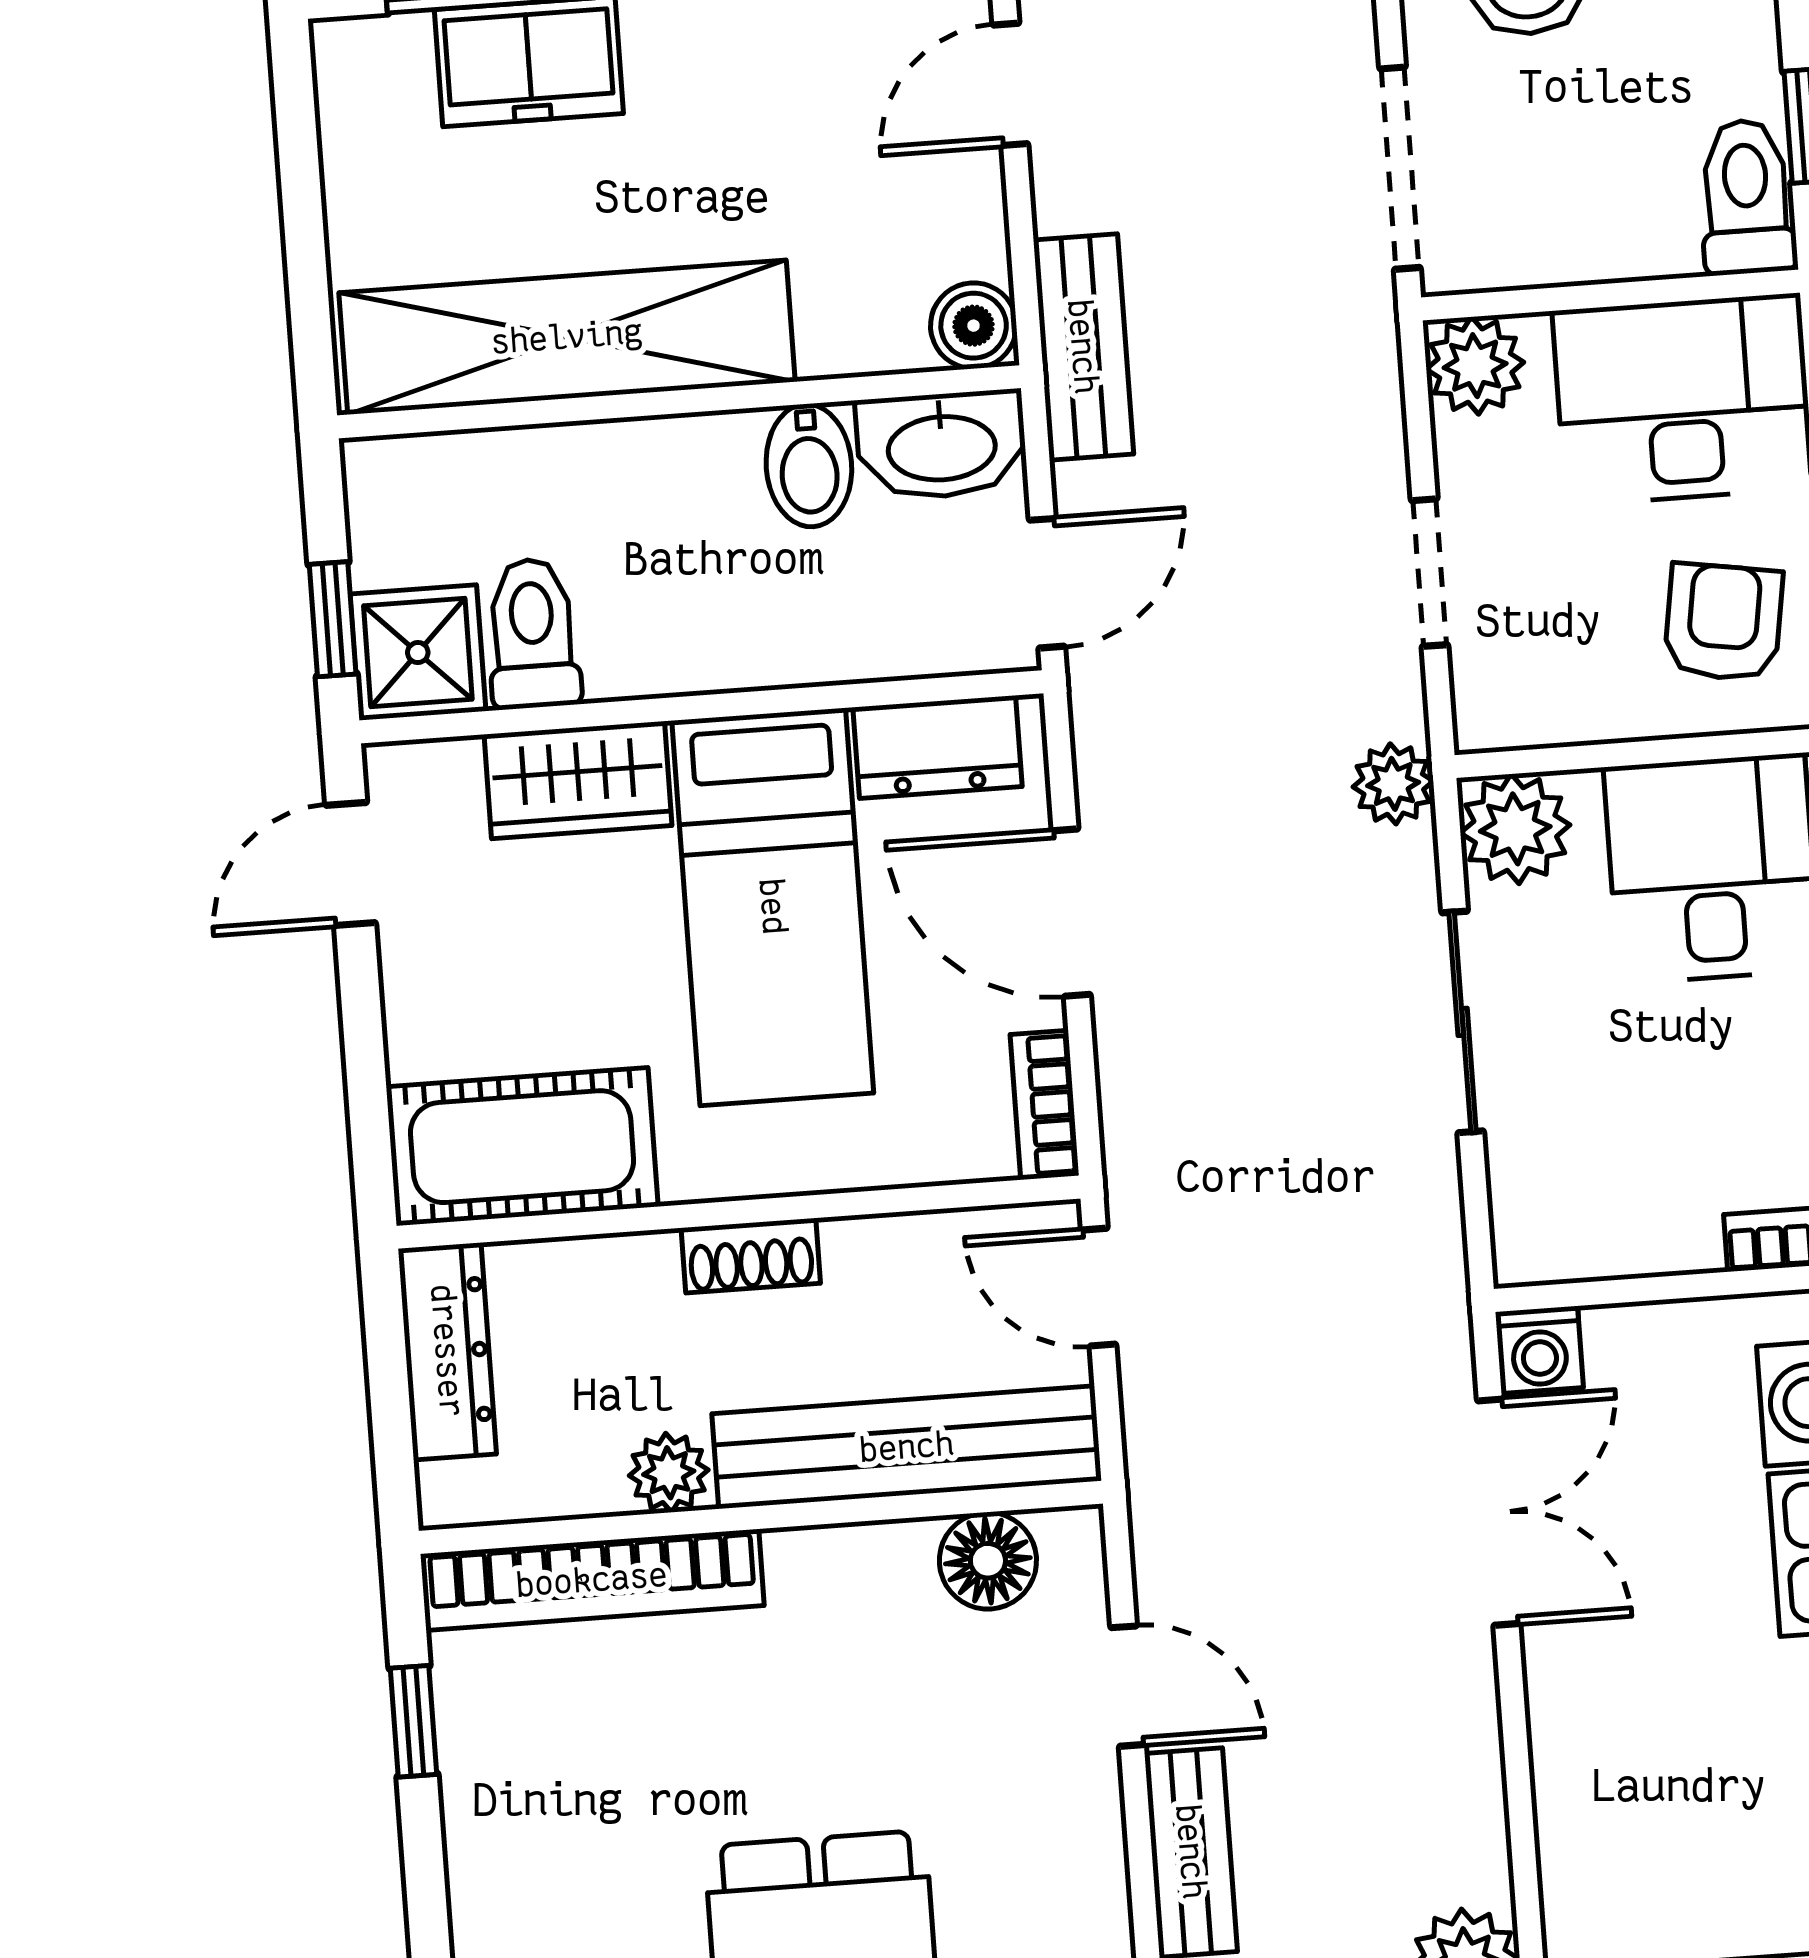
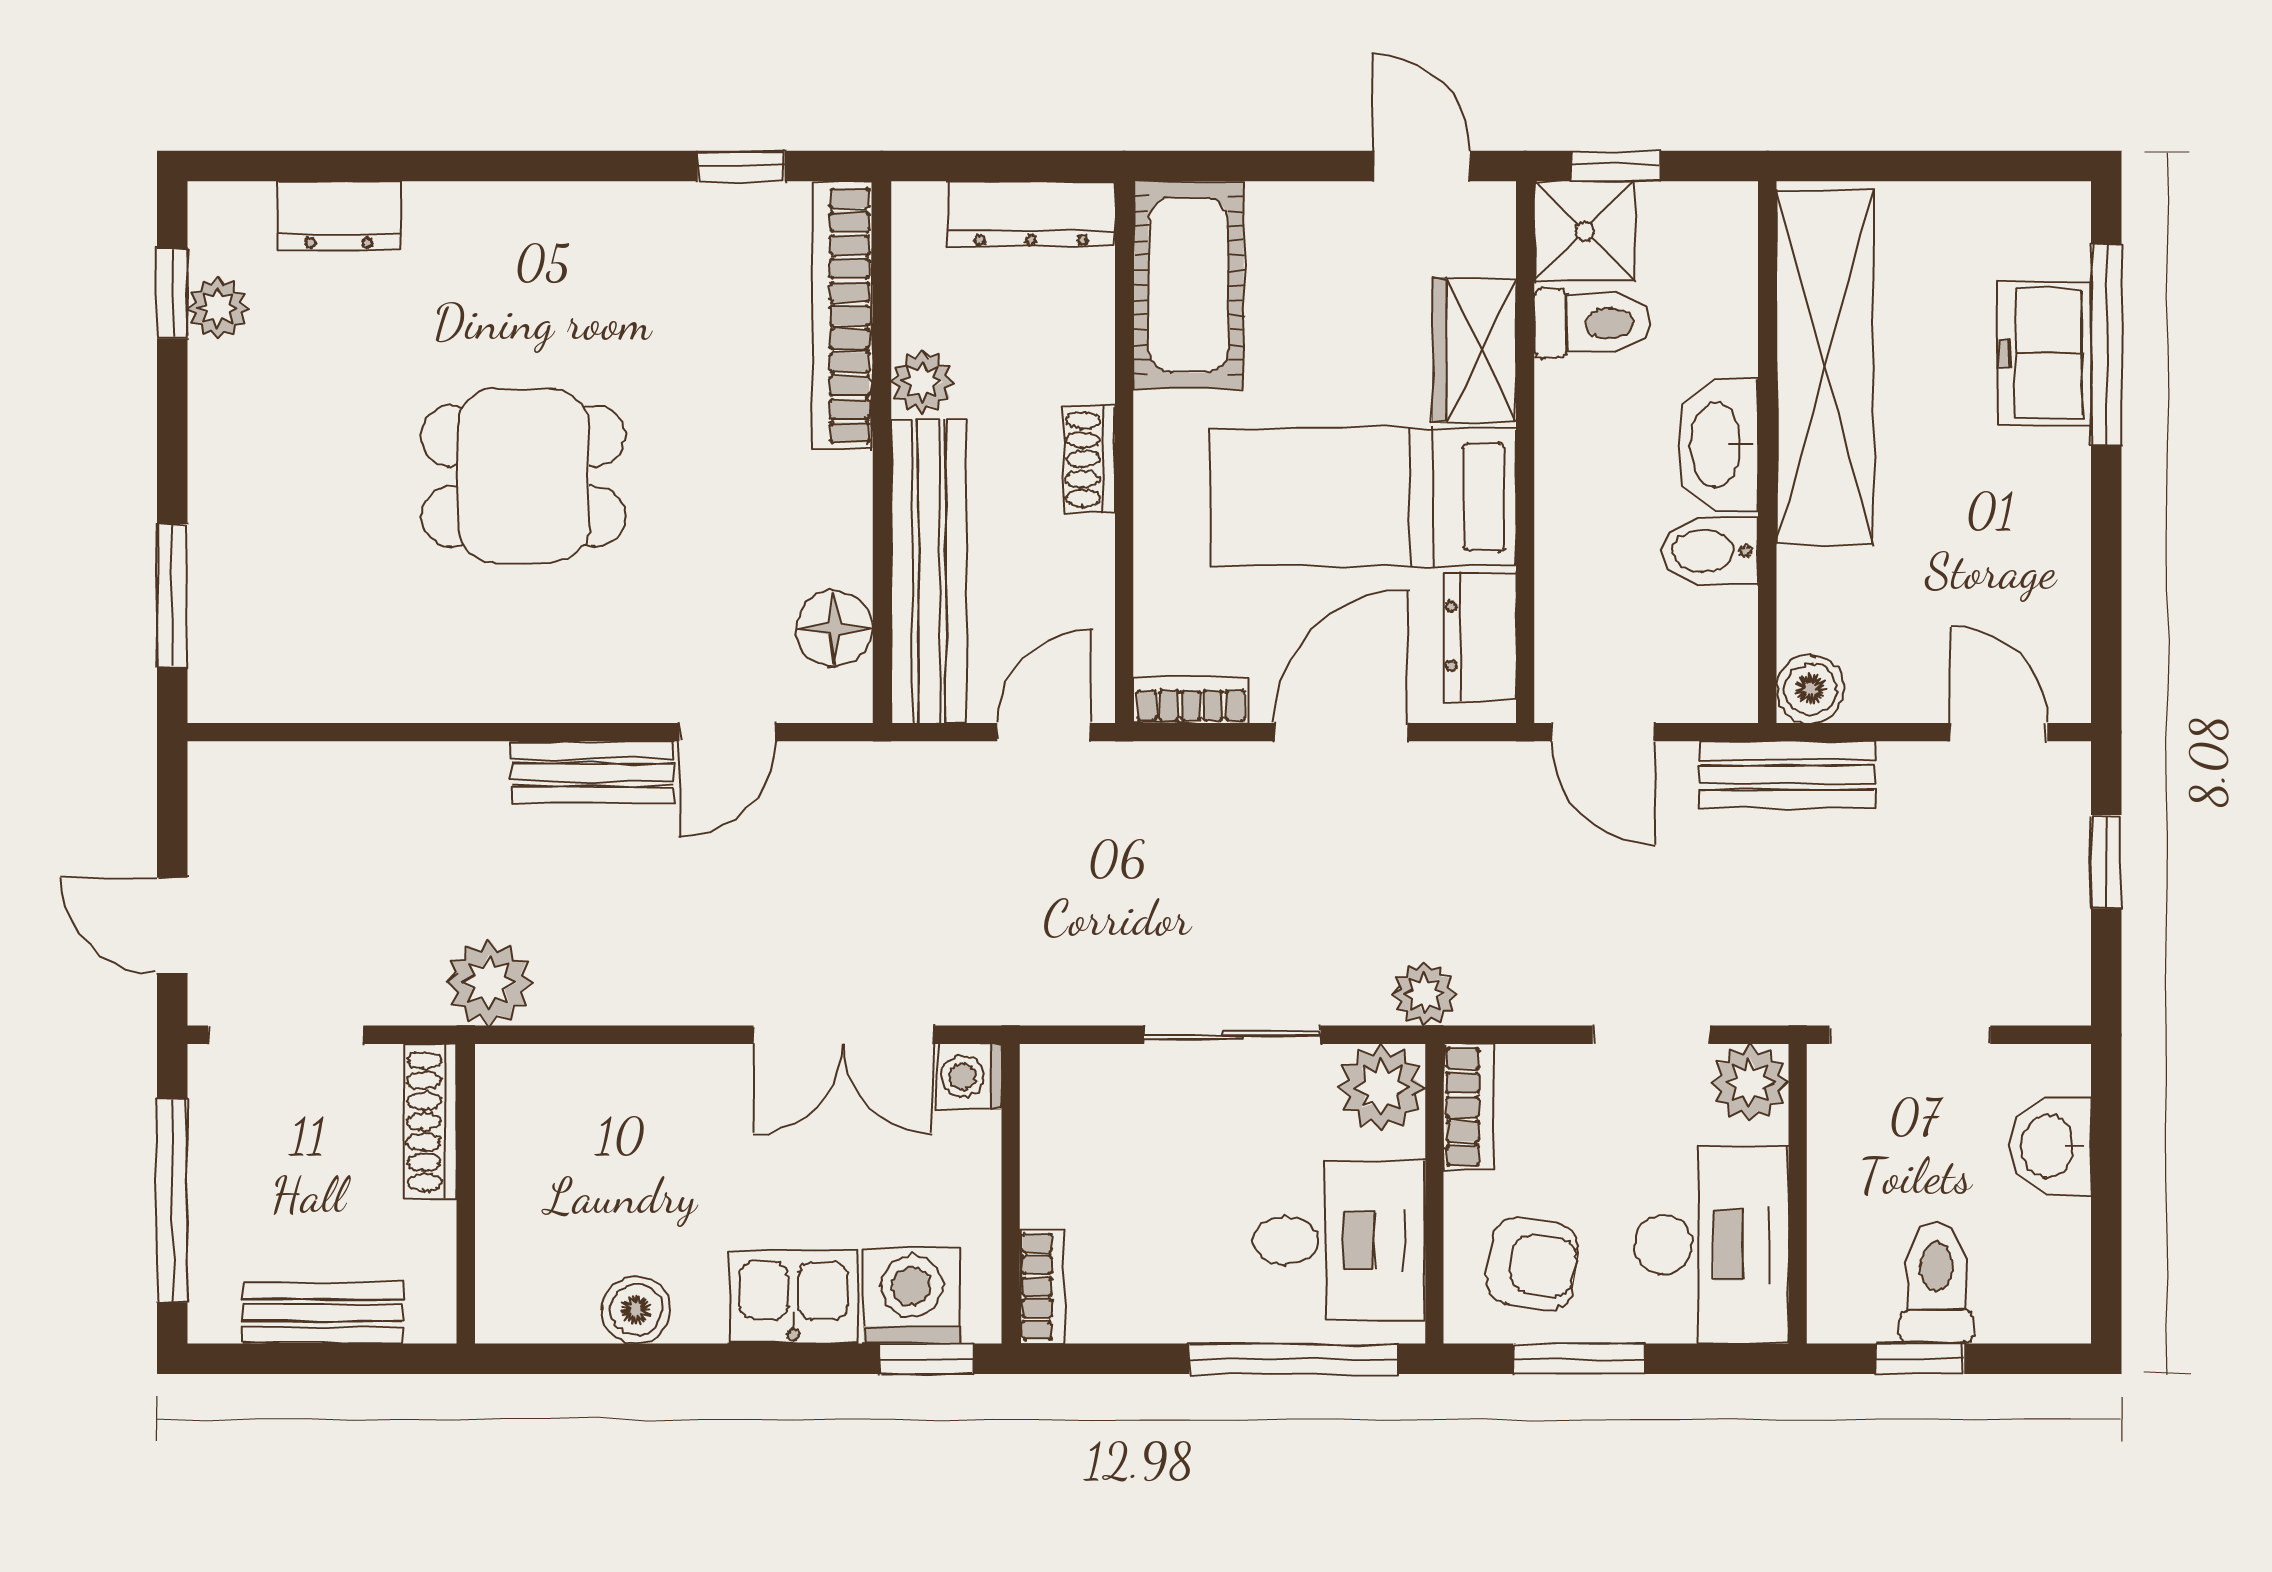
toilet: (1747, 197) -> (1936, 1283), moved, turned -90
washbasin: (942, 445) -> (1718, 445), moved
doorway: (1430, 573) -> (1651, 1035), moved
bookcase: (1532, 717) -> (1469, 1107), added

